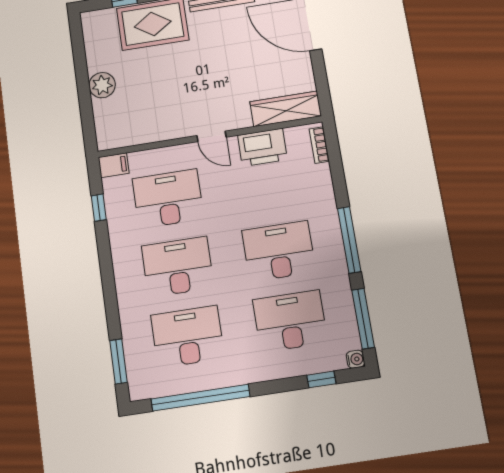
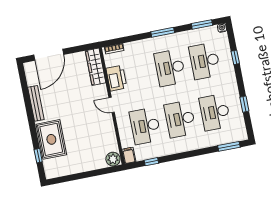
plant: (102, 85) -> (113, 159), moved
door: (211, 136) -> (112, 105), swing flipped
window: (349, 240) -> (163, 32), width x0.69
window: (363, 319) -> (202, 24), width x0.69
window: (321, 379) -> (235, 57), moved
window: (200, 398) -> (244, 104), width x0.32

